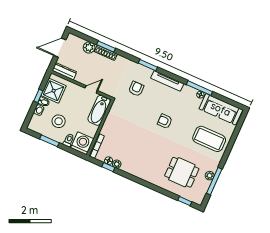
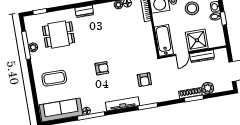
dresser: (64, 71) -> (202, 56), moved
shower: (54, 91) -> (197, 40), moved
coffee table: (209, 139) -> (54, 78), width x0.73, depth x0.76
dresser: (148, 177) -> (84, 11), added

